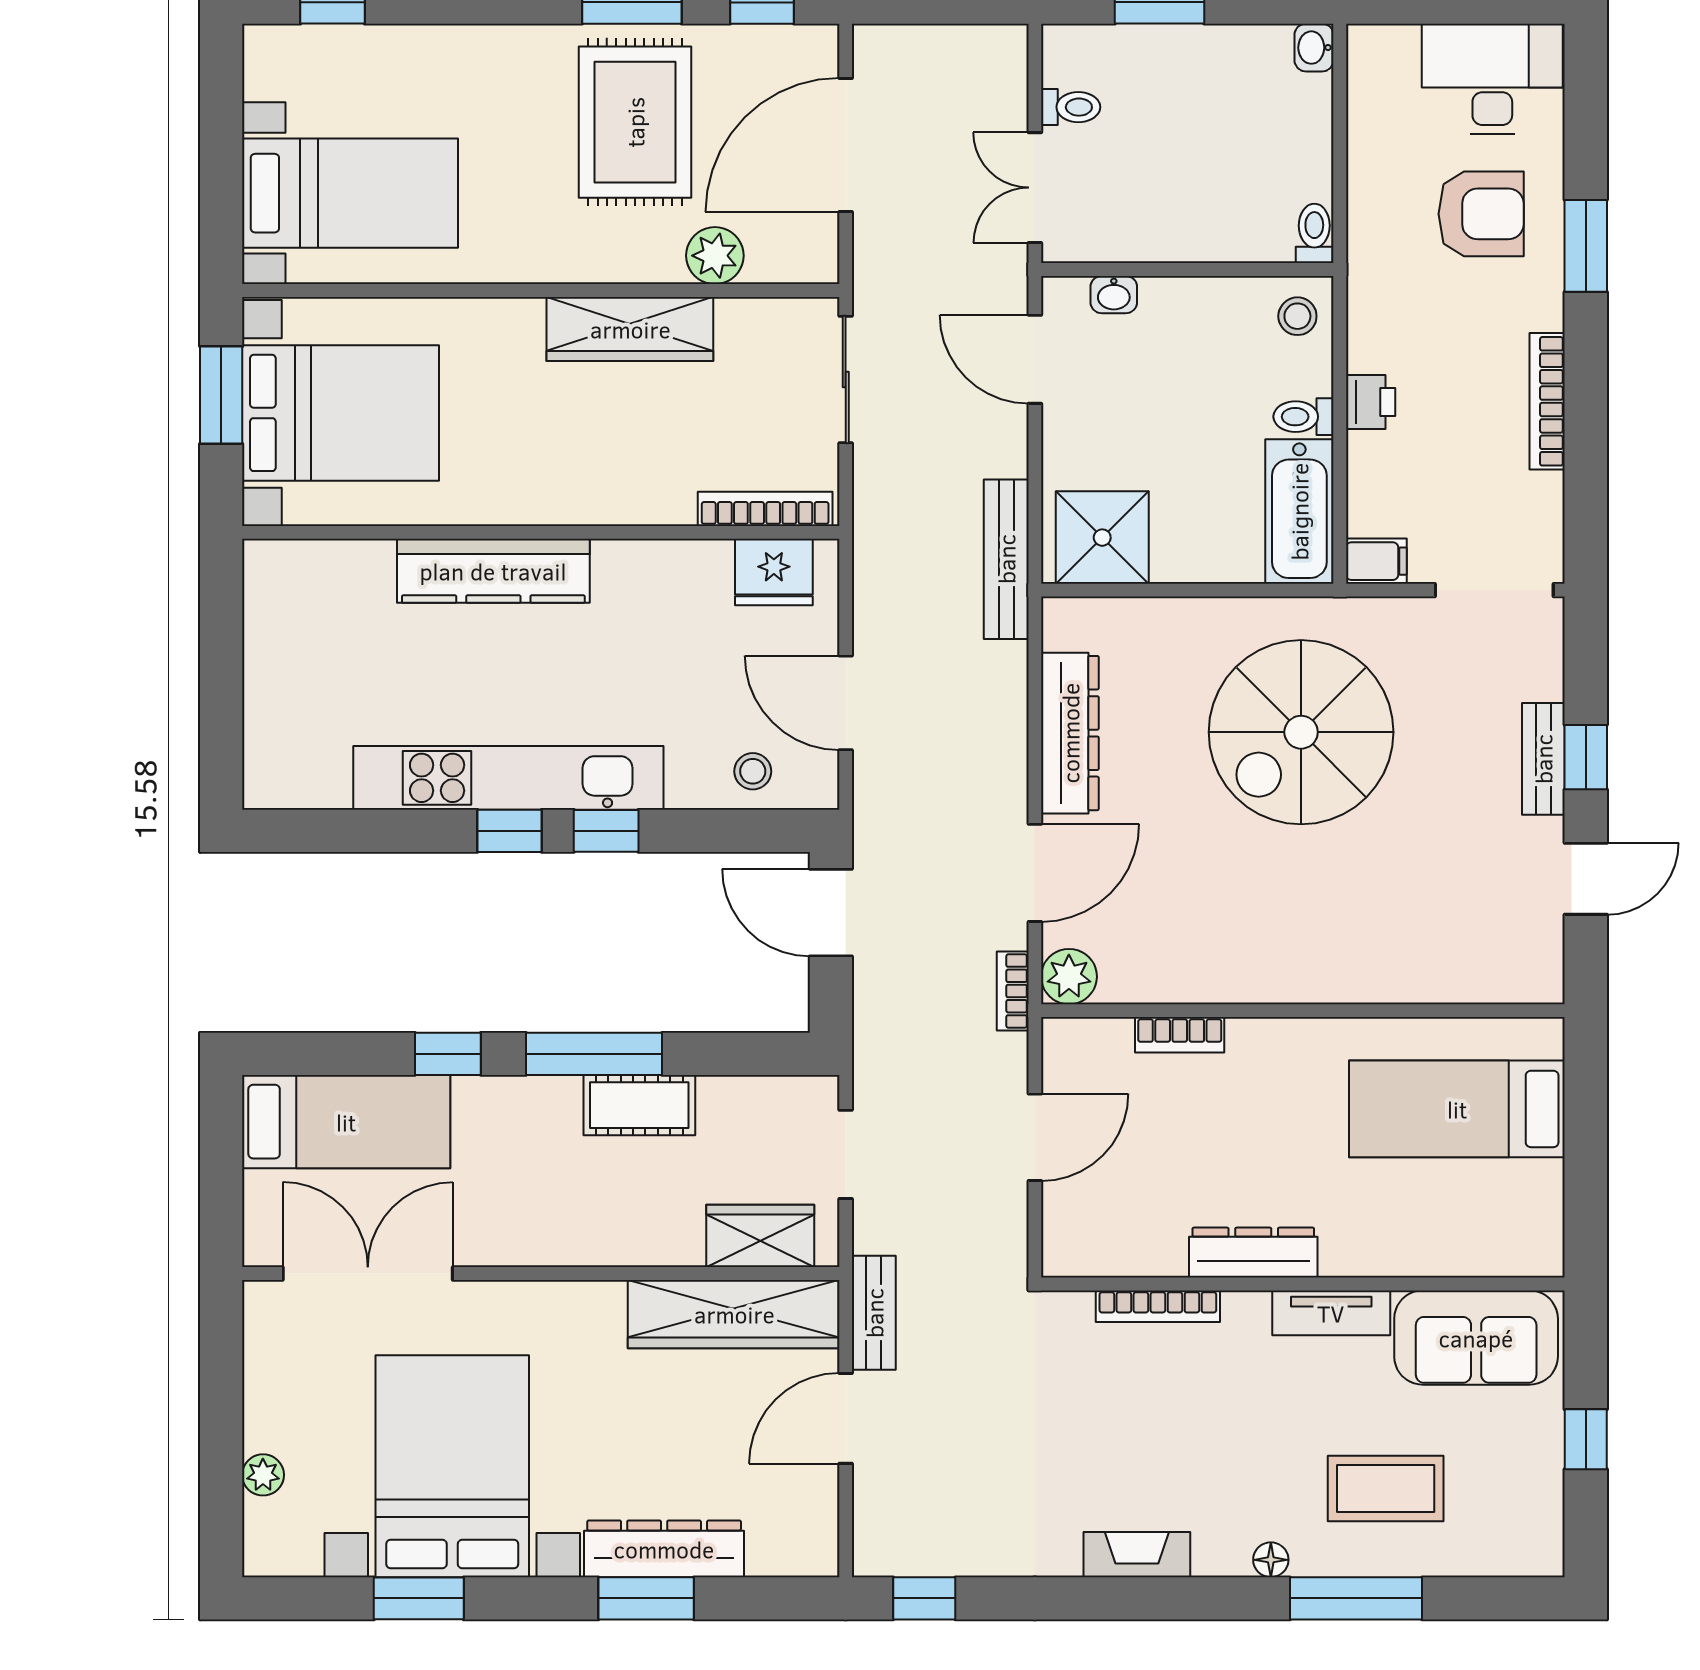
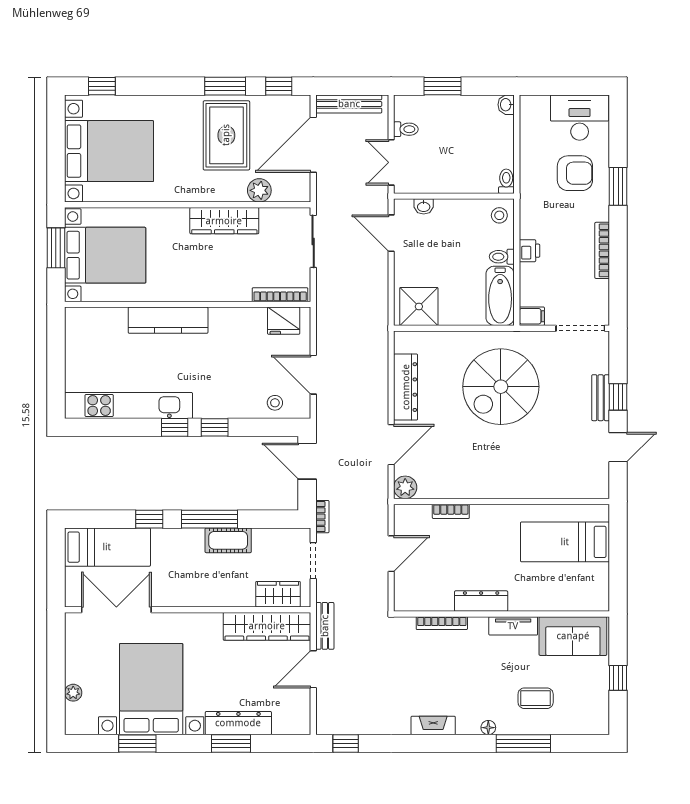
bed with nightstands: (350, 193) -> (109, 151), width x1.36
bench: (1006, 559) -> (349, 104), moved, turned 90
kitchen unit: (508, 778) -> (128, 405), moved
bookcase: (1013, 991) -> (322, 517), moved, turned 180
coffee table: (1386, 1488) -> (536, 698), width x0.73, depth x0.77

